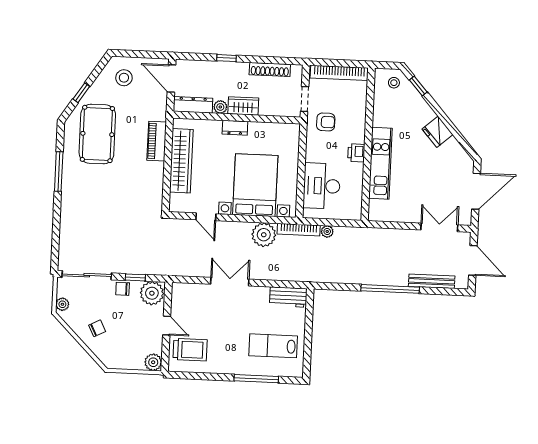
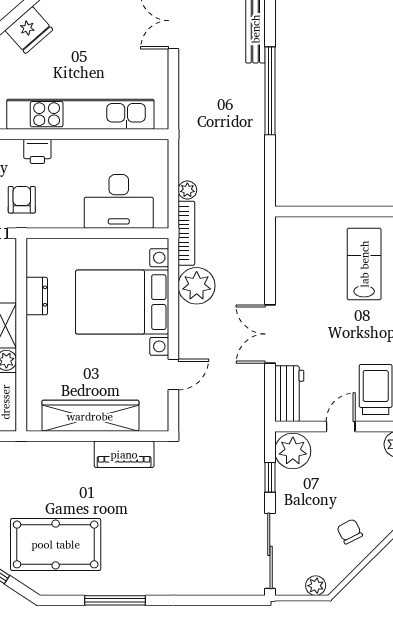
dresser: (235, 128) -> (37, 296), moved
piano: (157, 141) -> (124, 454), moved
printer: (356, 153) -> (37, 151), moved
kitchen unit: (380, 163) -> (80, 114), width x1.36
chair: (123, 289) -> (288, 496), removed
workbench: (288, 297) -> (289, 394), moved
lab bench: (273, 346) -> (364, 264), turned 180

